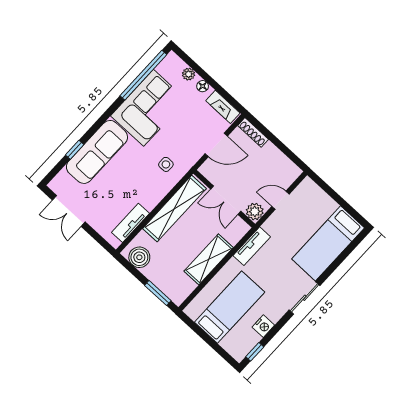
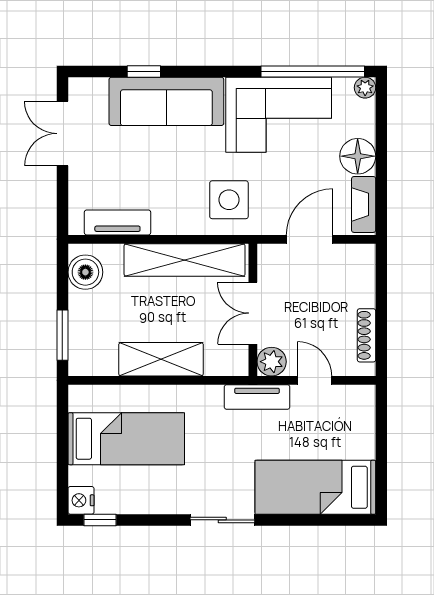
plant: (189, 74) -> (365, 88), moved
floor lamp: (203, 86) -> (358, 156), width x1.89, depth x1.89
shoe rack: (253, 132) -> (367, 335), moved
door: (216, 145) -> (310, 239), swing flipped
side table: (166, 164) -> (229, 200), width x1.87, depth x1.87
tv unit: (252, 246) -> (257, 397), moved
nightstand: (263, 326) -> (81, 500), moved, turned 90

